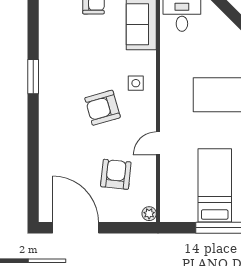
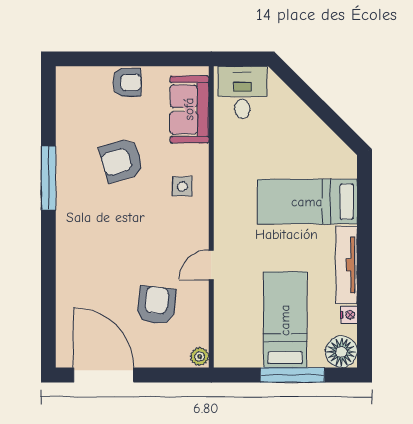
window: (33, 77) -> (48, 178), width x1.44
armchair: (103, 108) -> (121, 160), moved

